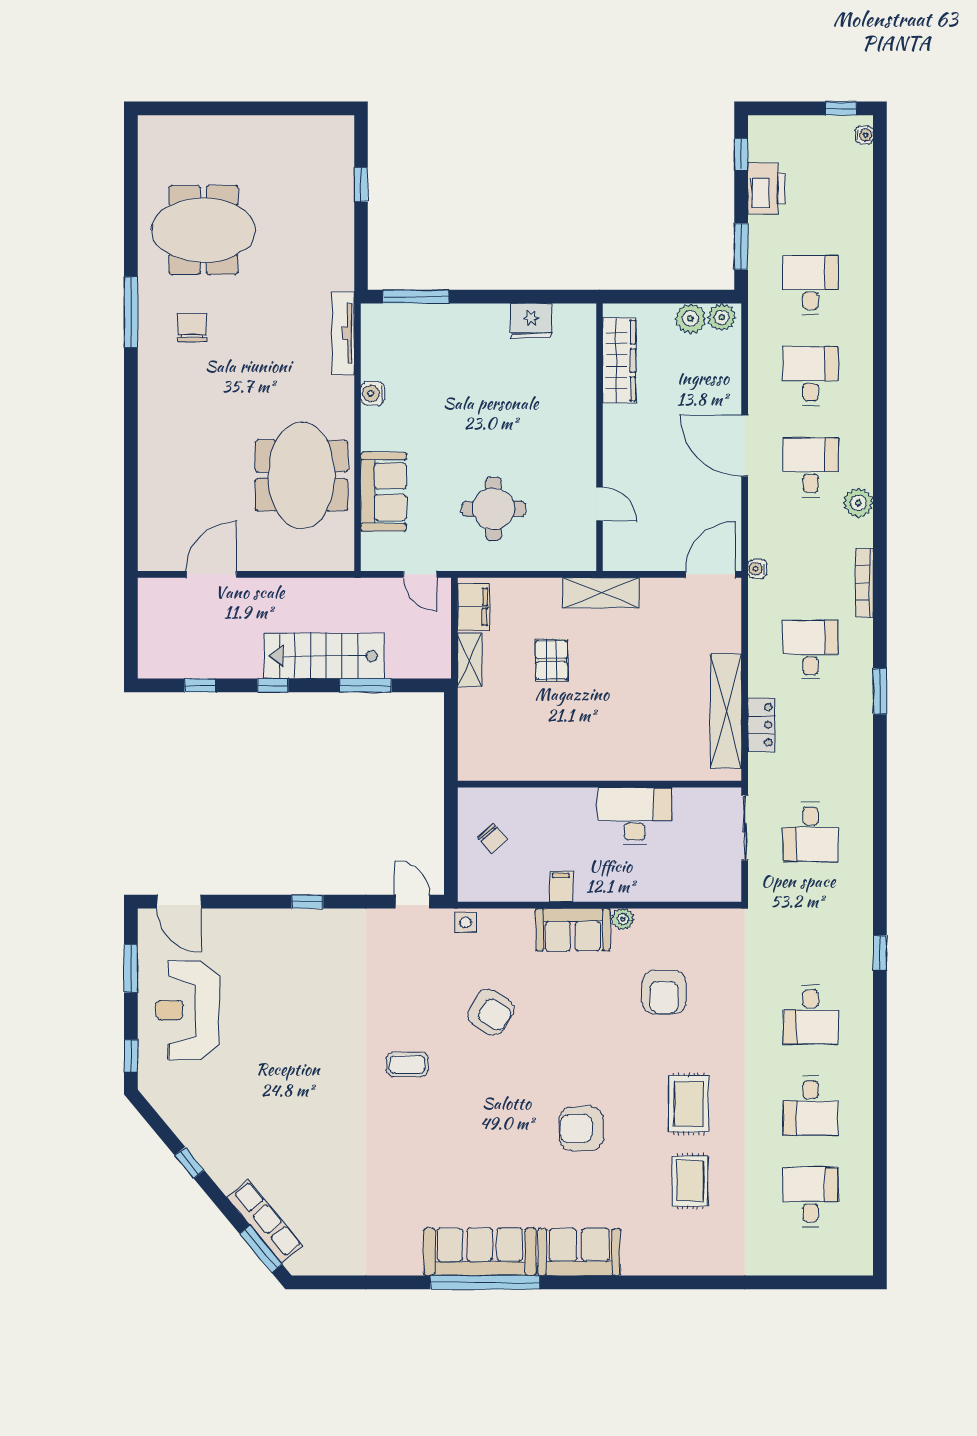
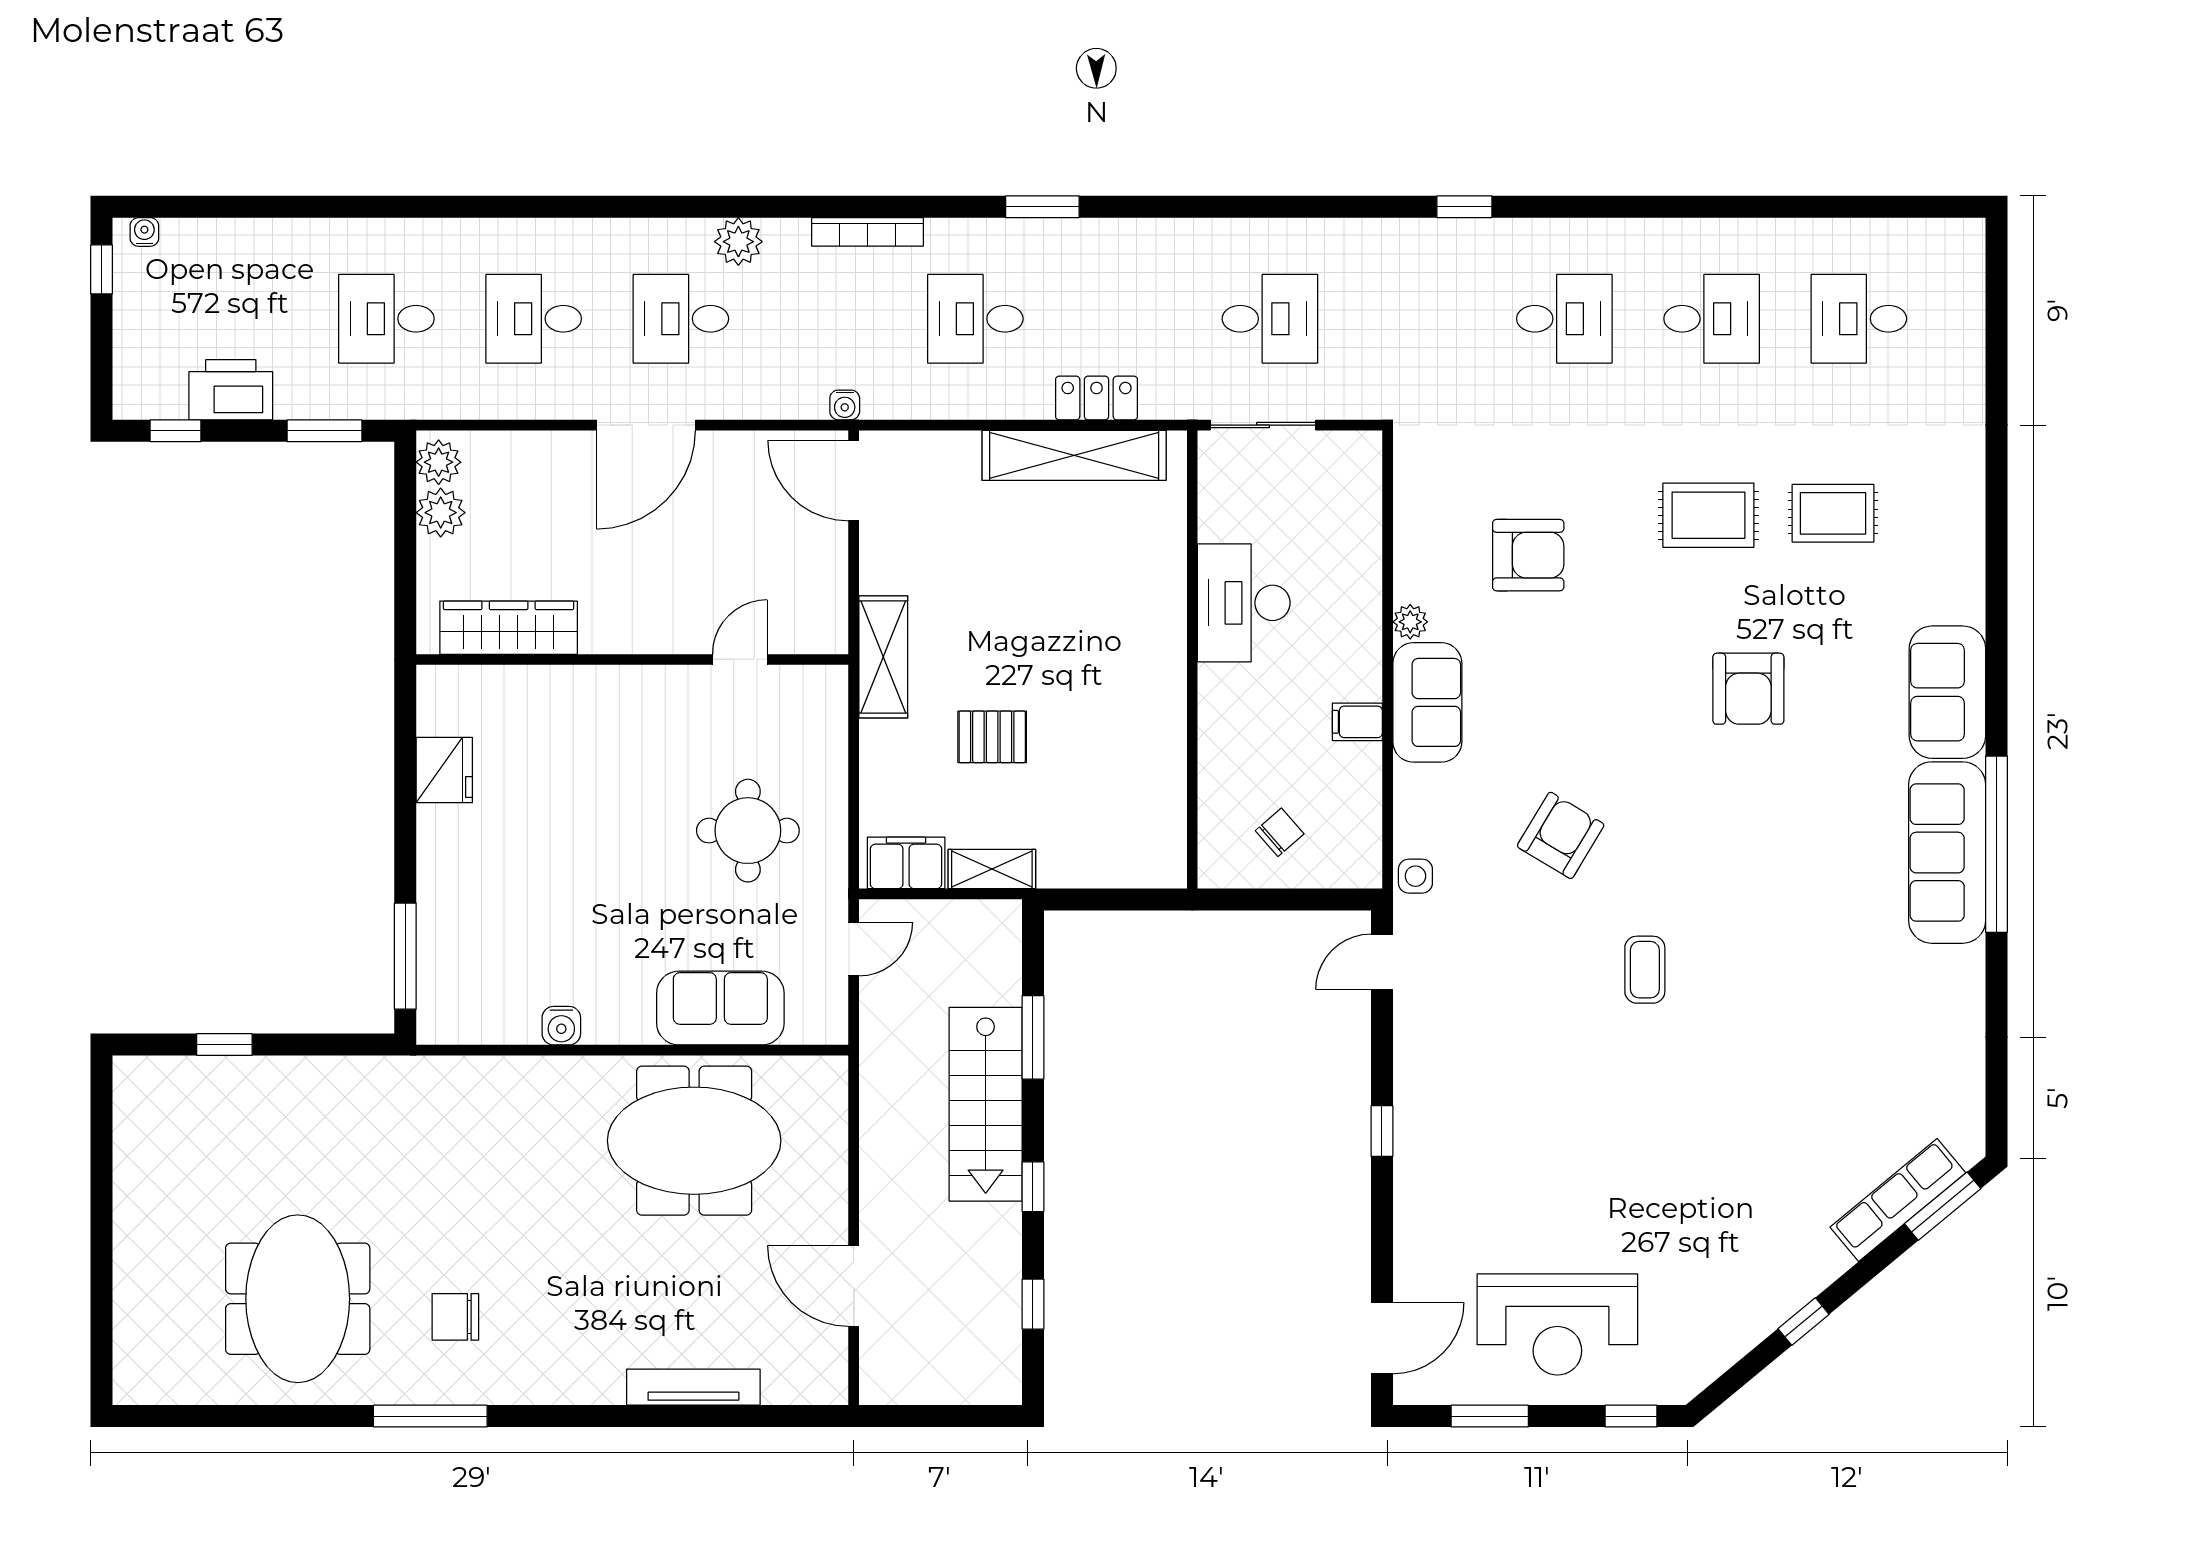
tv unit: (343, 333) -> (693, 1387), moved, turned 180

